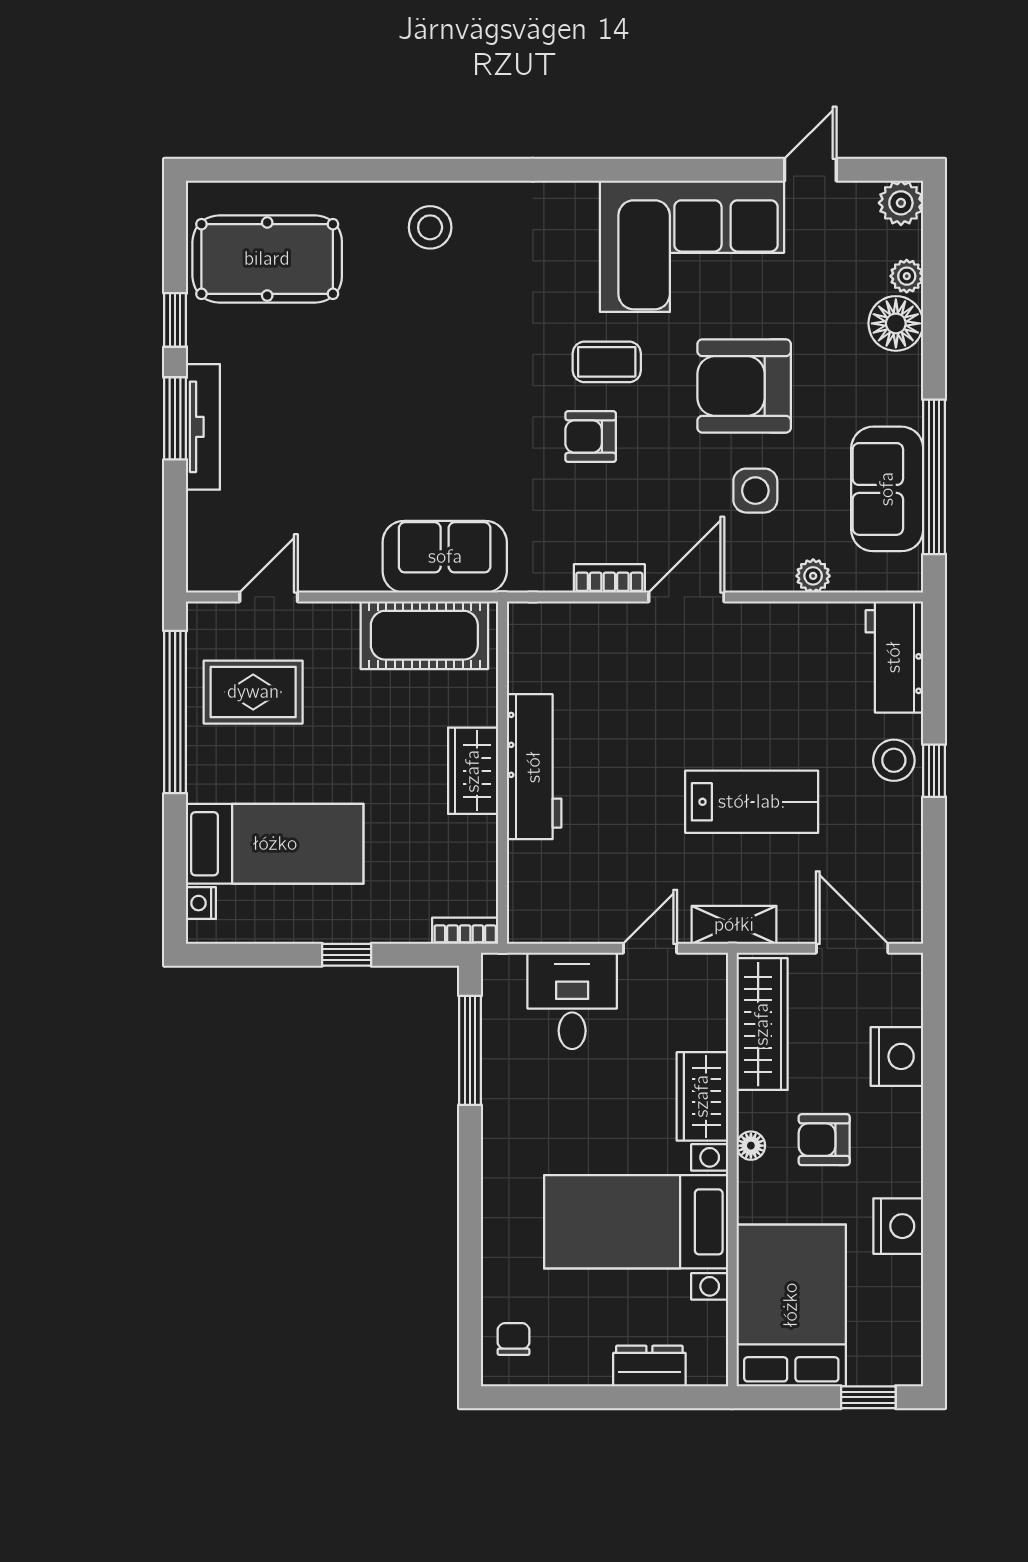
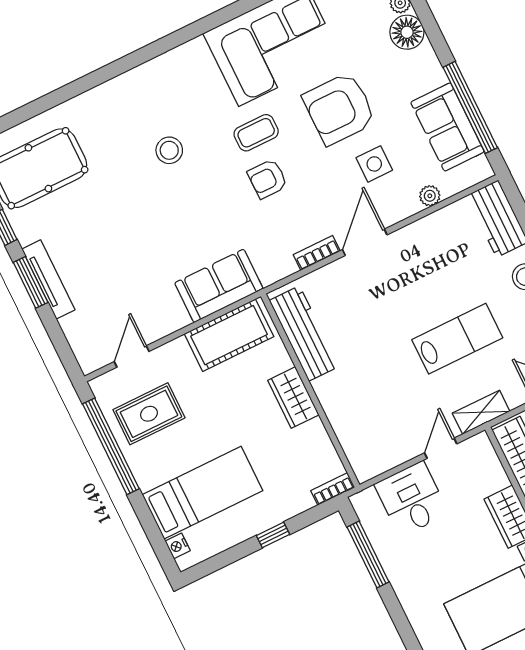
stool: (430, 227) -> (169, 150), moved
workbench: (534, 767) -> (304, 333), moved

